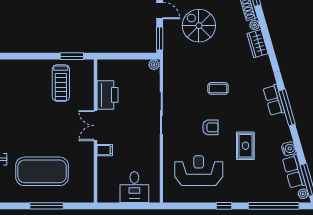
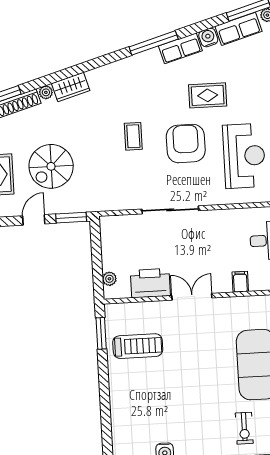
plant: (154, 65) -> (109, 279), moved
row of seats: (274, 100) -> (180, 48), moved
double door: (95, 126) -> (192, 297), swing flipped
armchair: (210, 127) -> (186, 144), width x1.88, depth x1.88
filing cabinet: (105, 150) -> (240, 282), moved
reception desk: (199, 171) -> (244, 156), turned 180

